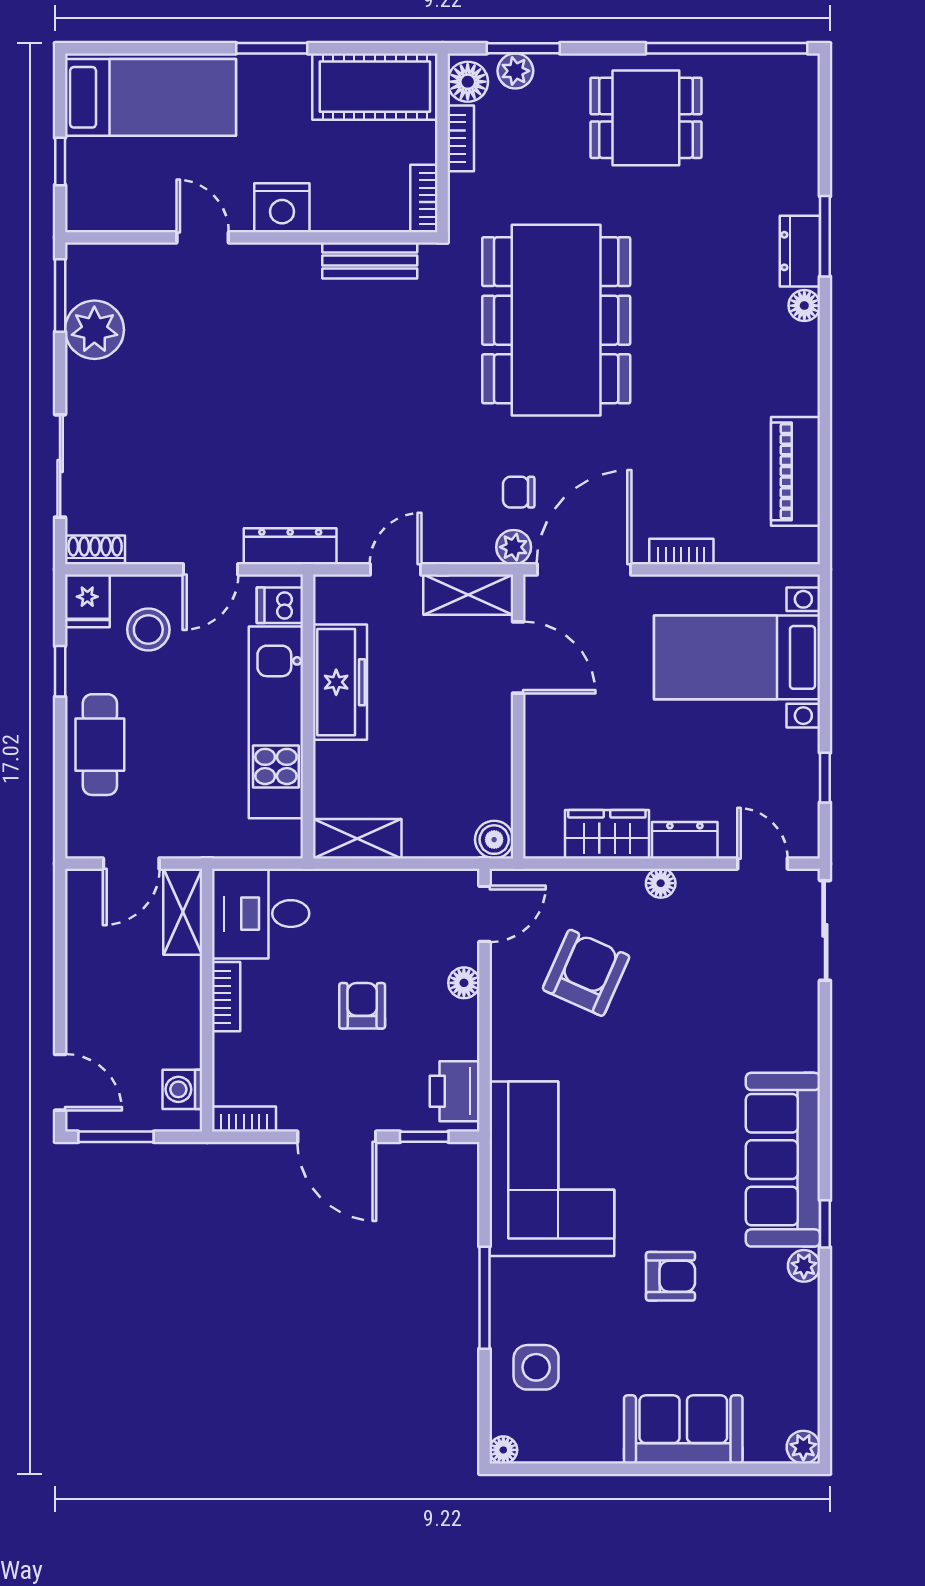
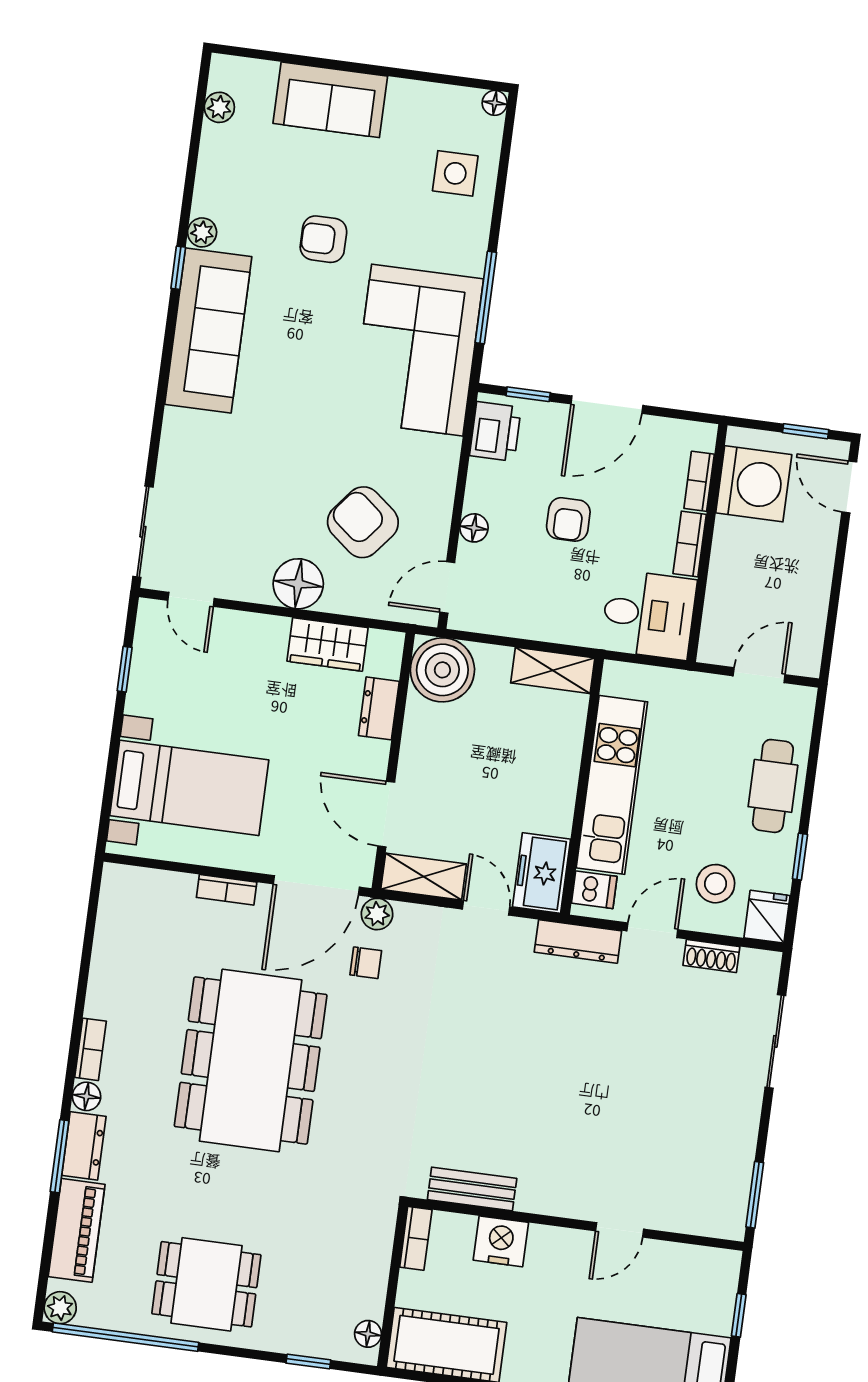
window: (523, 48) -> (308, 1362), width x0.67
plant: (515, 71) -> (60, 1308), moved
floor lamp: (468, 82) -> (368, 1334), width x0.73, depth x0.73
bookcase: (461, 138) -> (91, 1049), moved, turned 180
nightstand: (282, 208) -> (501, 1241), moved
door: (203, 237) -> (620, 1230), hinge flipped
dining table: (556, 320) -> (251, 1061), moved
plant: (94, 330) -> (728, 1160), removed
piano: (796, 471) -> (77, 1230), moved
shoe rack: (95, 550) -> (711, 956), moved
door: (395, 569) -> (486, 908), swing flipped
freezer: (340, 682) -> (542, 873), moved, width x0.71
boiler: (494, 840) -> (442, 670), width x1.86, depth x1.86
dresser: (685, 840) -> (379, 708), moved, turned 90
floor lamp: (661, 883) -> (298, 584), width x1.89, depth x1.89
shelving: (183, 912) -> (719, 626), removed
armchair: (586, 973) -> (363, 522), turned 105
washing machine: (182, 1089) -> (754, 484), width x1.89, depth x1.89
bookcase: (244, 1119) -> (699, 481), moved, turned 90
window: (116, 1137) -> (806, 431), width x0.67
door: (337, 1137) -> (607, 405), swing flipped
window: (485, 1298) -> (486, 298), moved
plant: (803, 1447) -> (219, 107), moved

